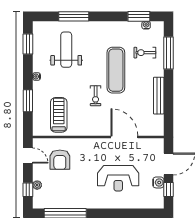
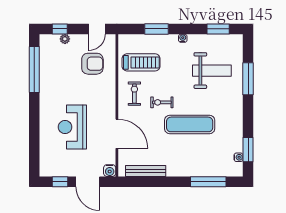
exercise bike: (145, 53) -> (134, 94), moved
bench: (159, 96) -> (146, 171), moved
door: (124, 137) -> (117, 134), hinge flipped
armchair: (60, 160) -> (92, 64), turned 180
water cooler: (158, 182) -> (110, 171), moved

